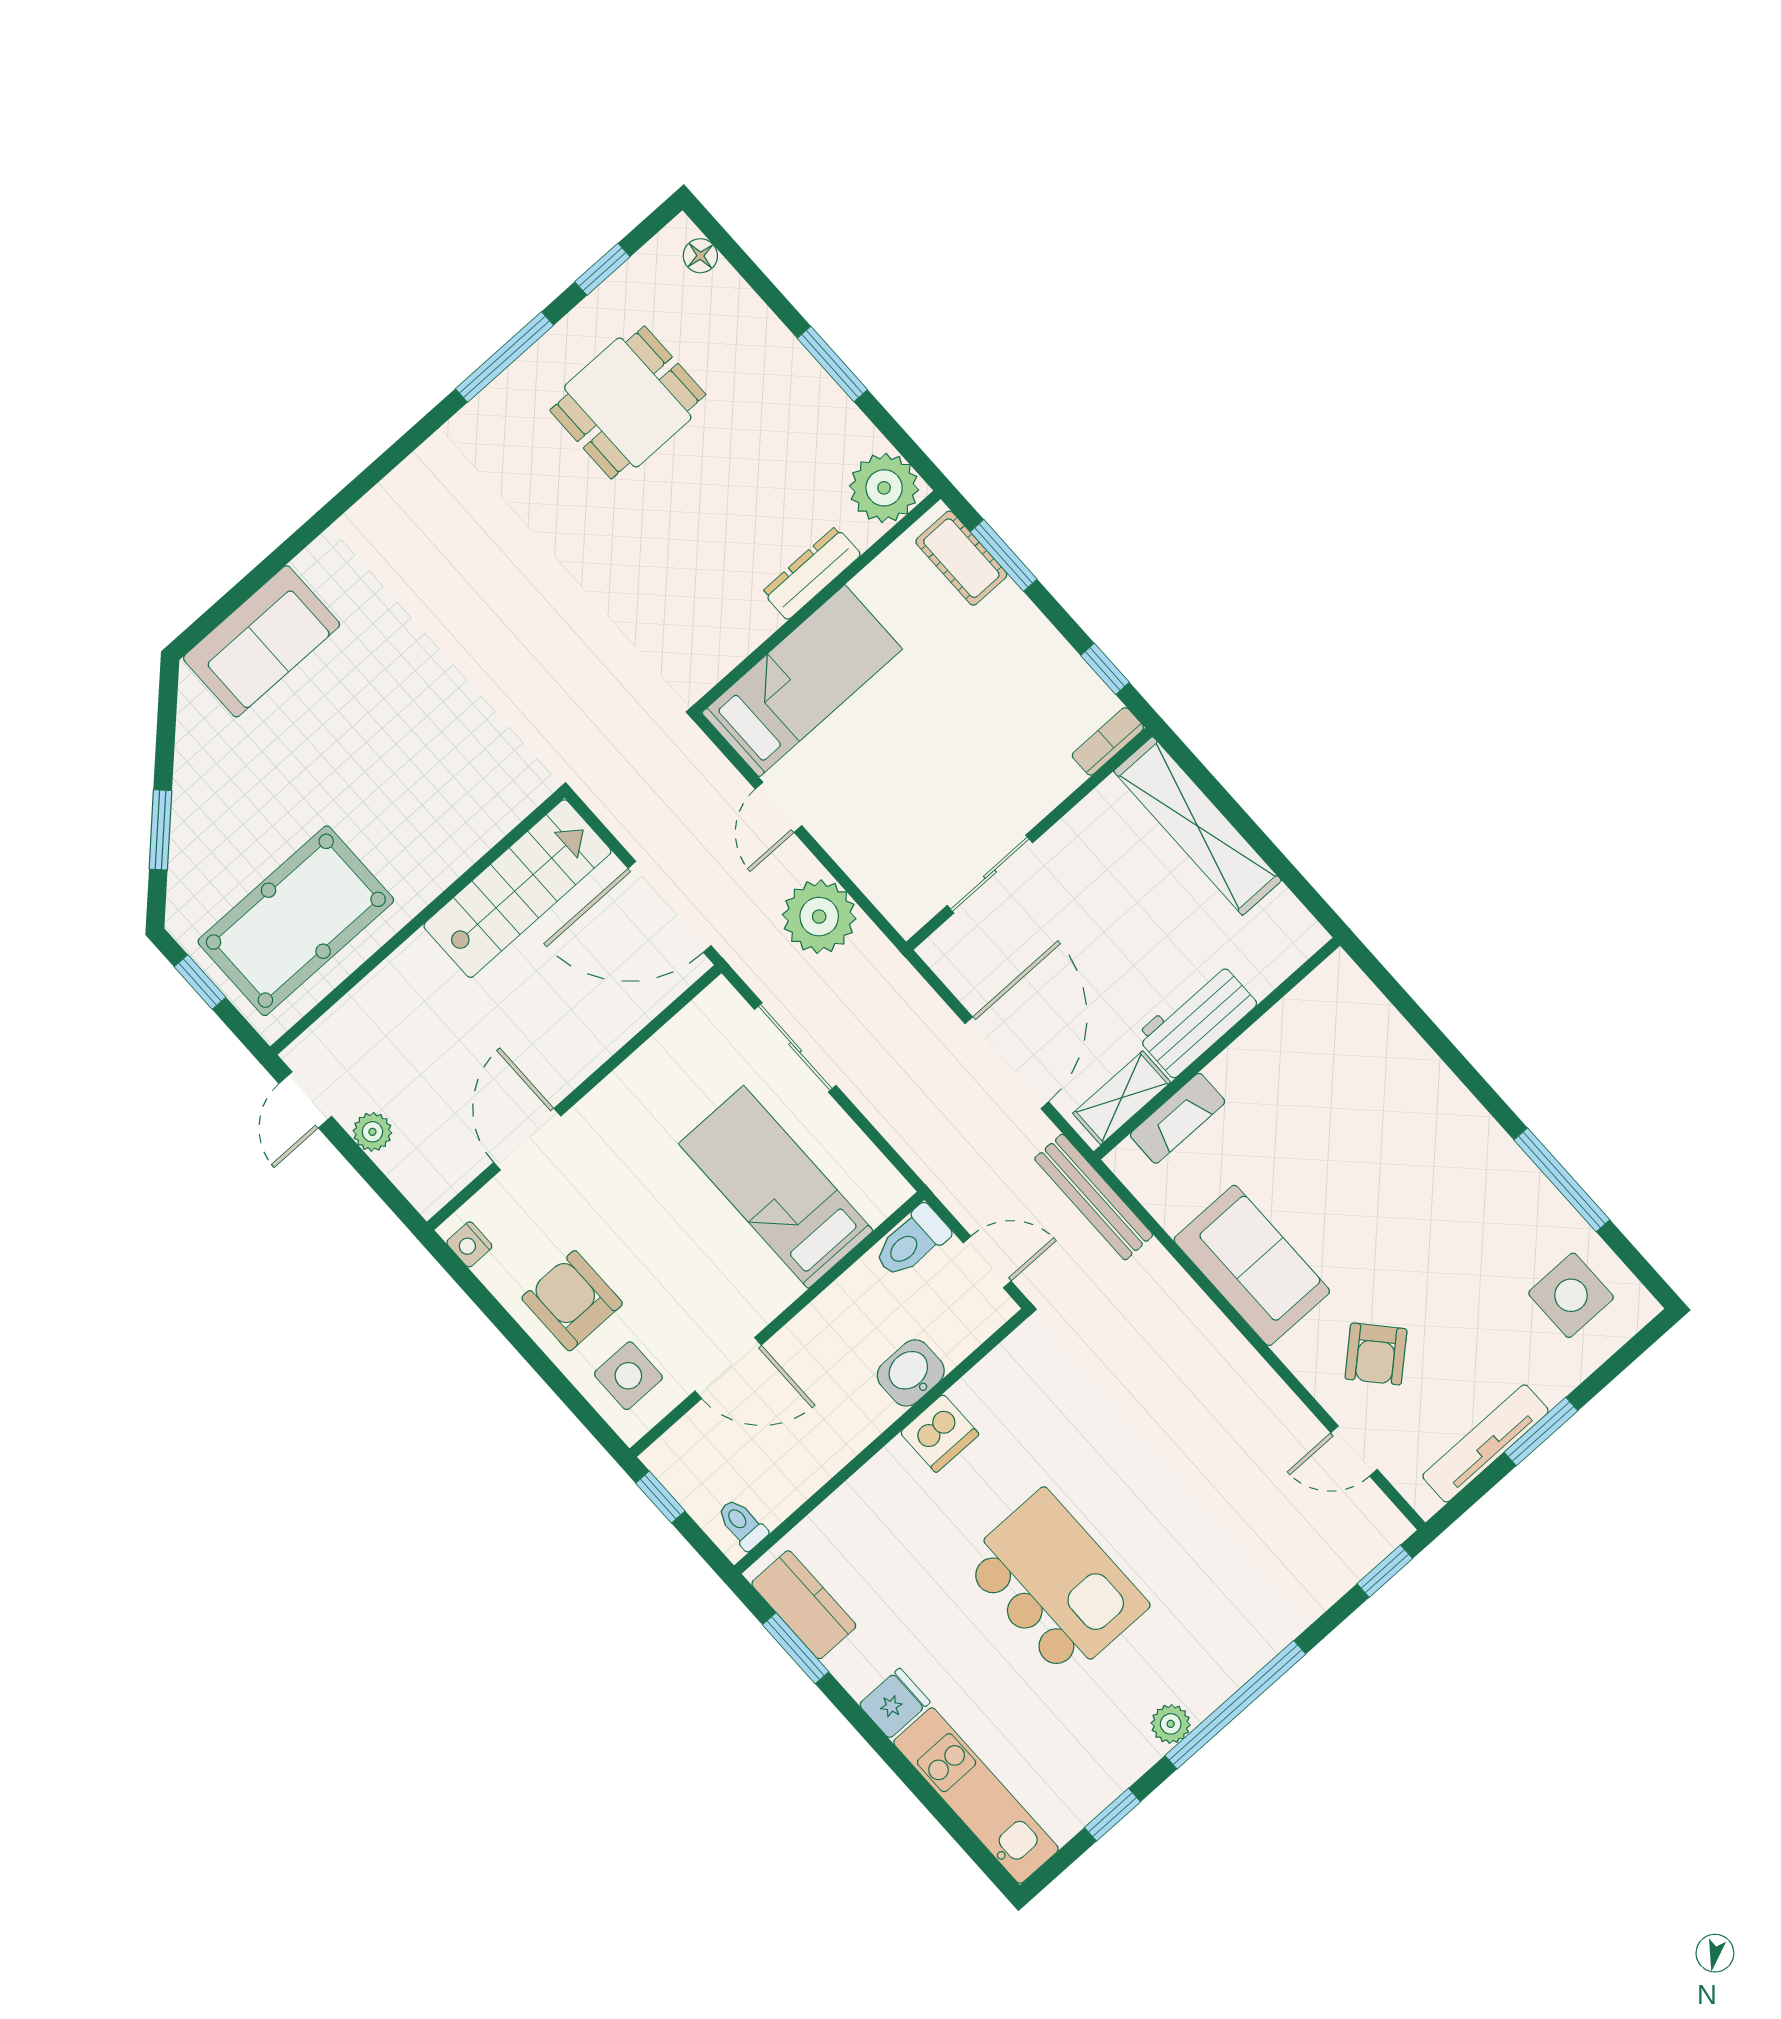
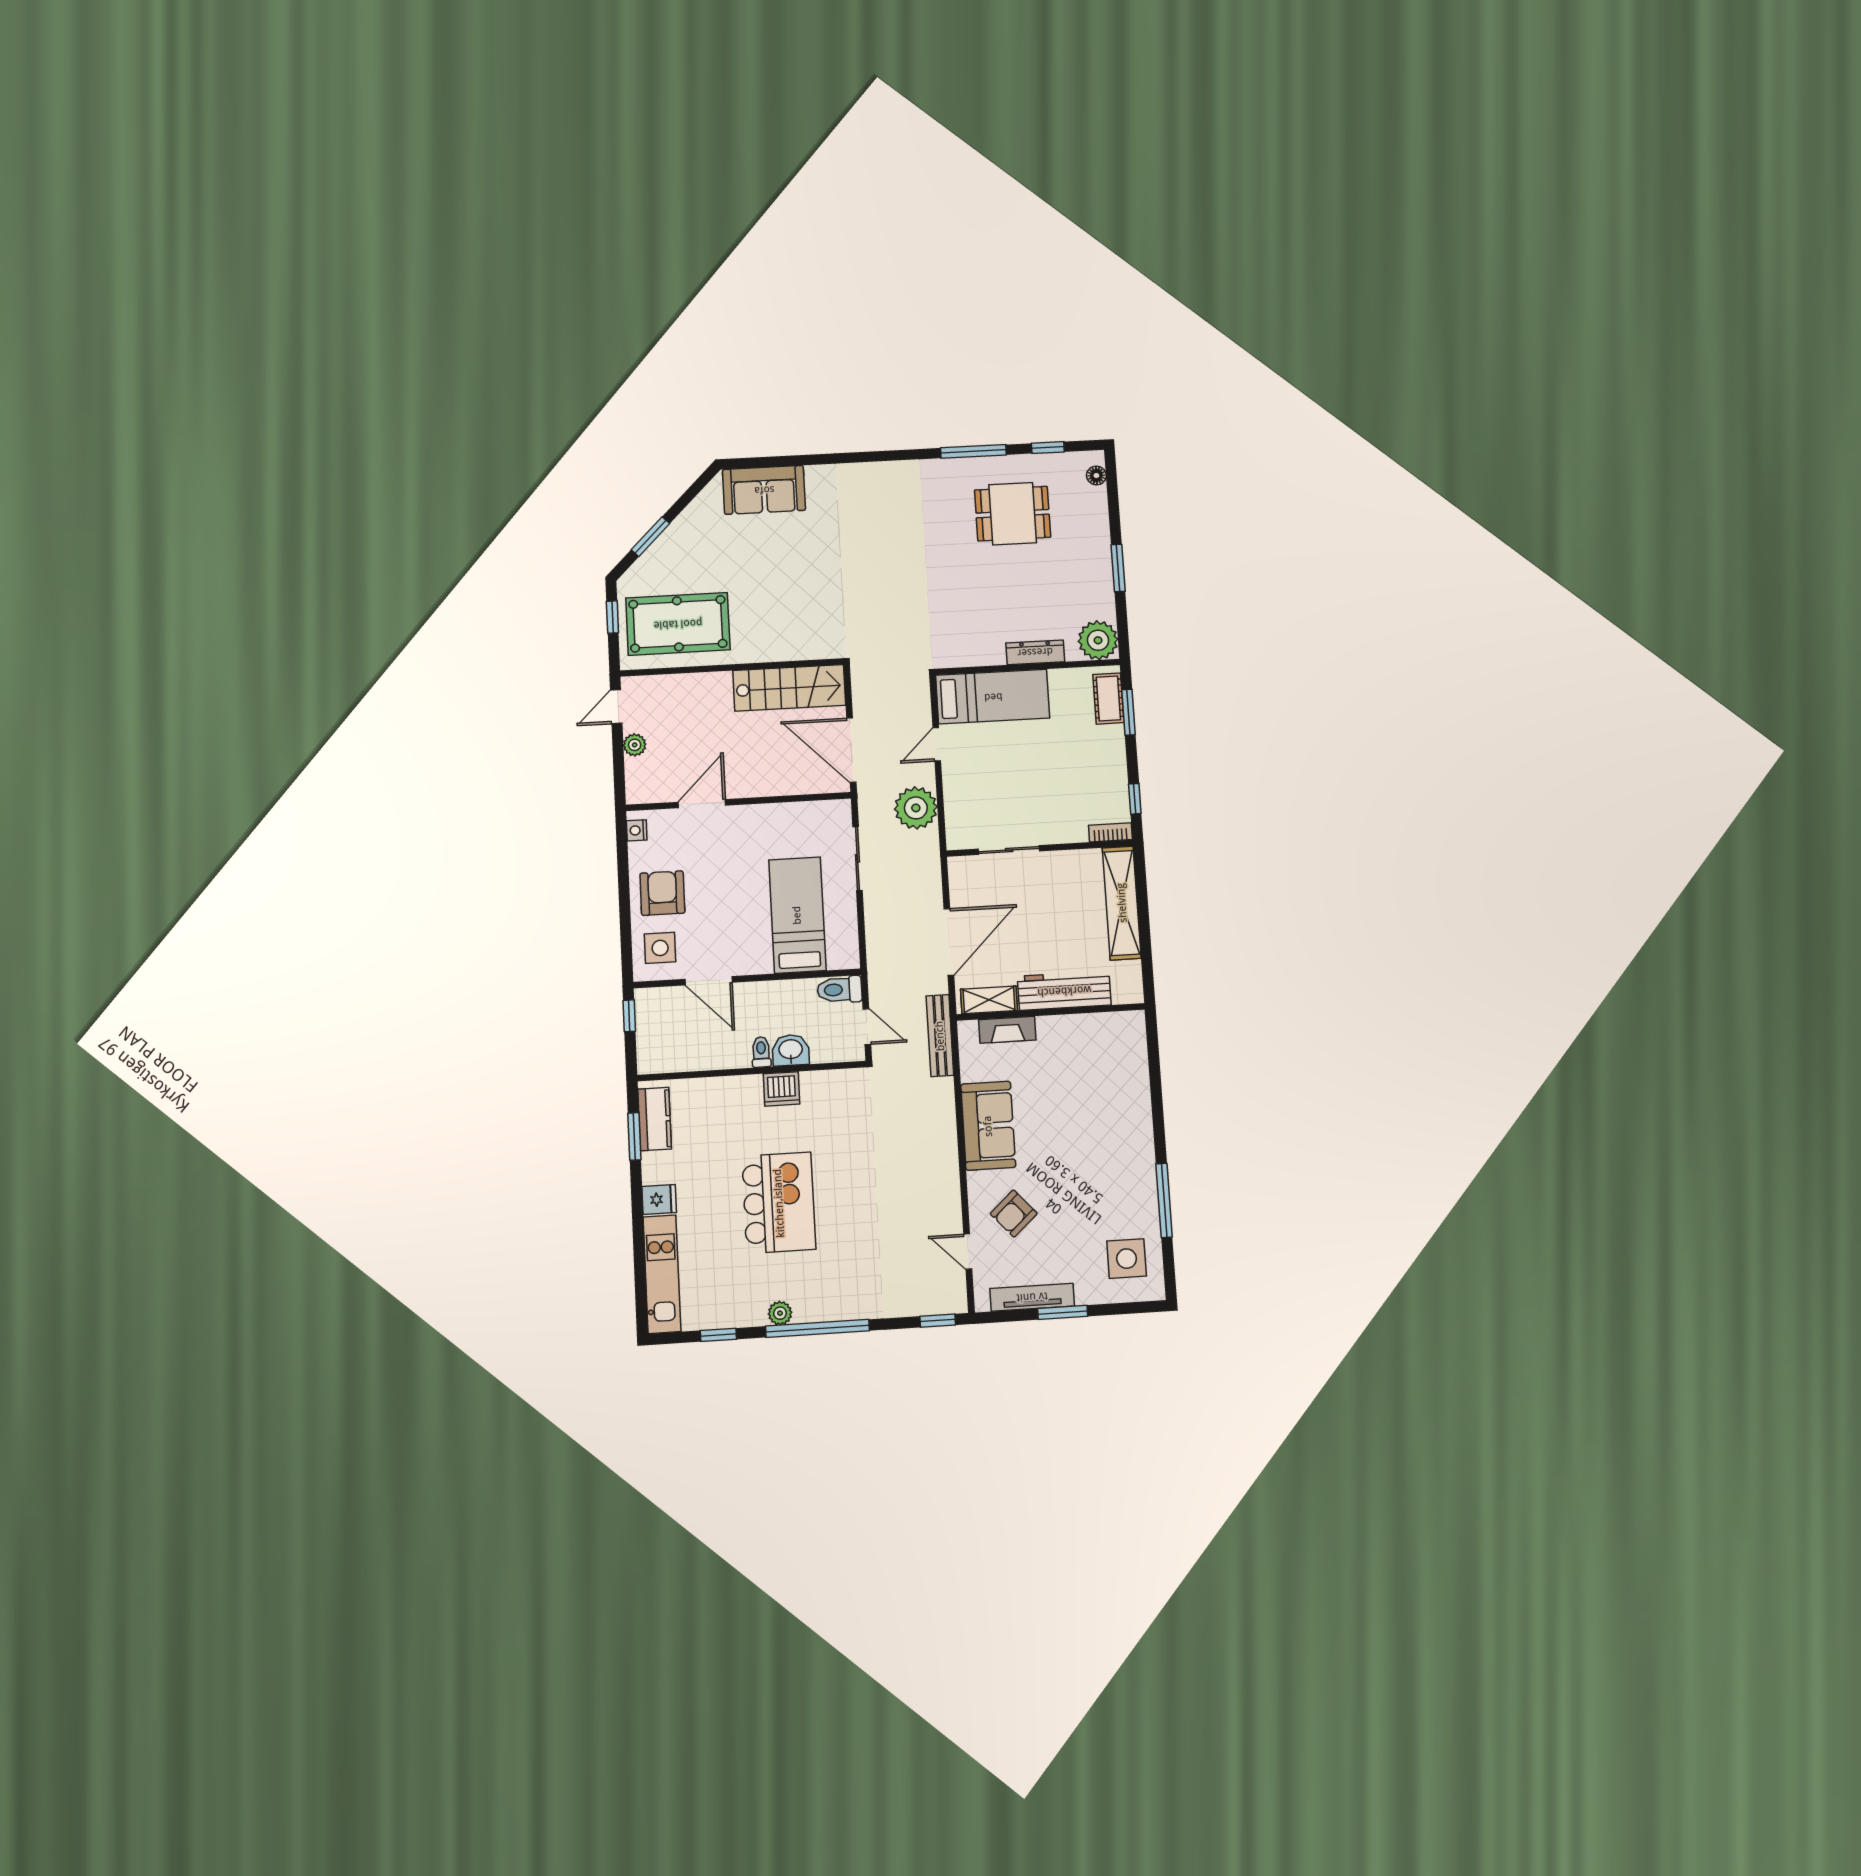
workbench: (1196, 1020) -> (1064, 991), width x1.37
toilet: (742, 1524) -> (761, 1052), moved

